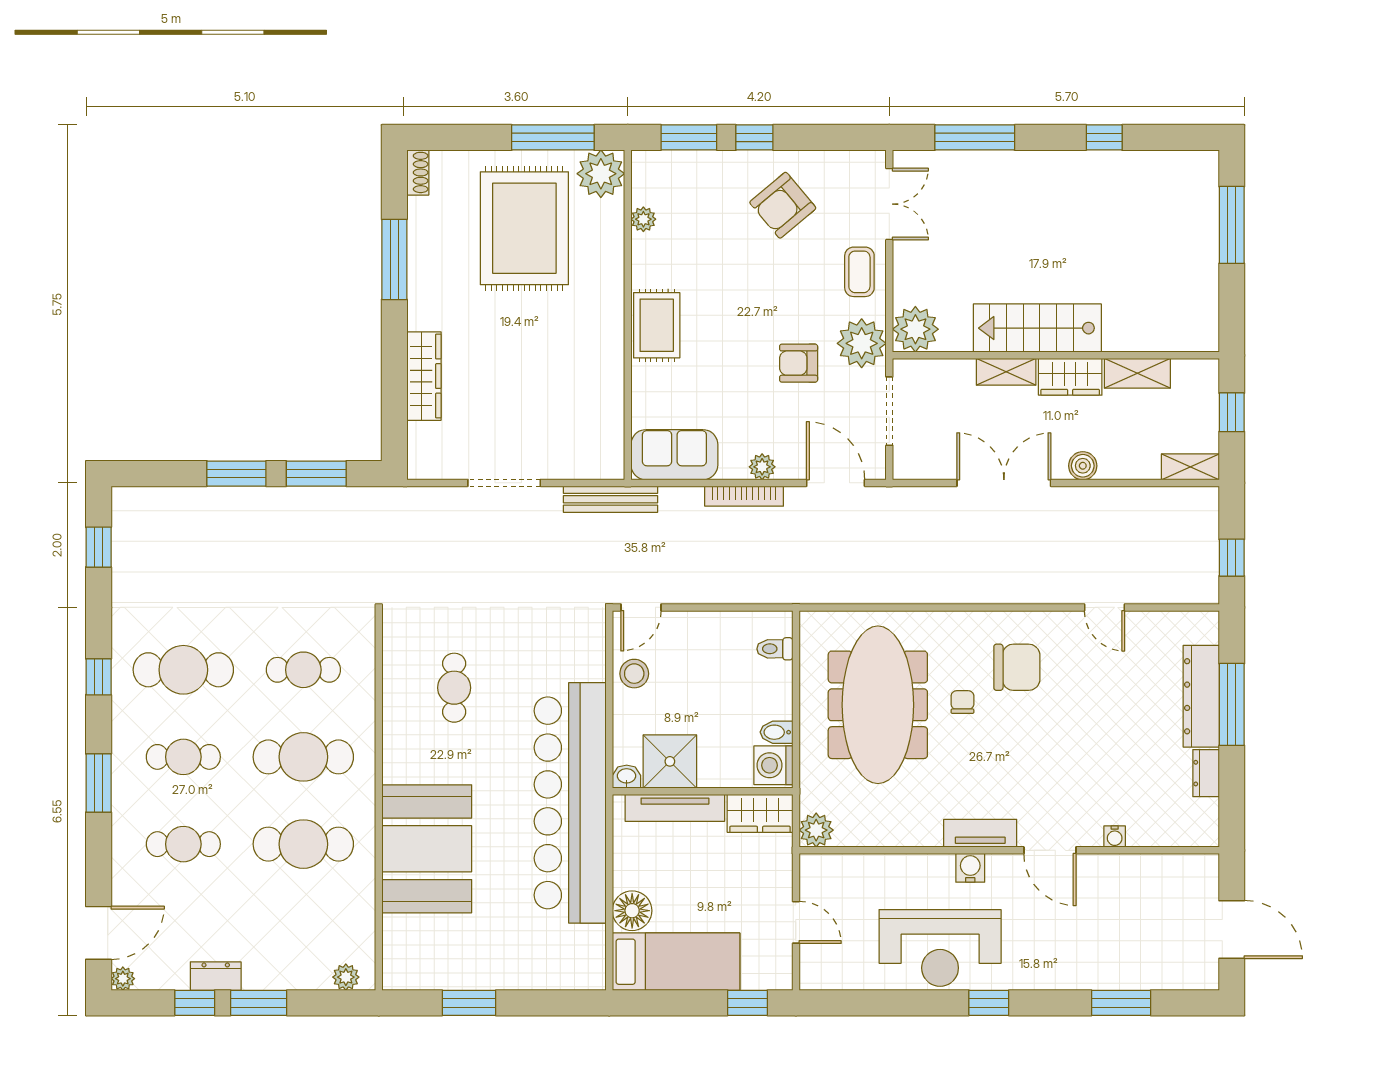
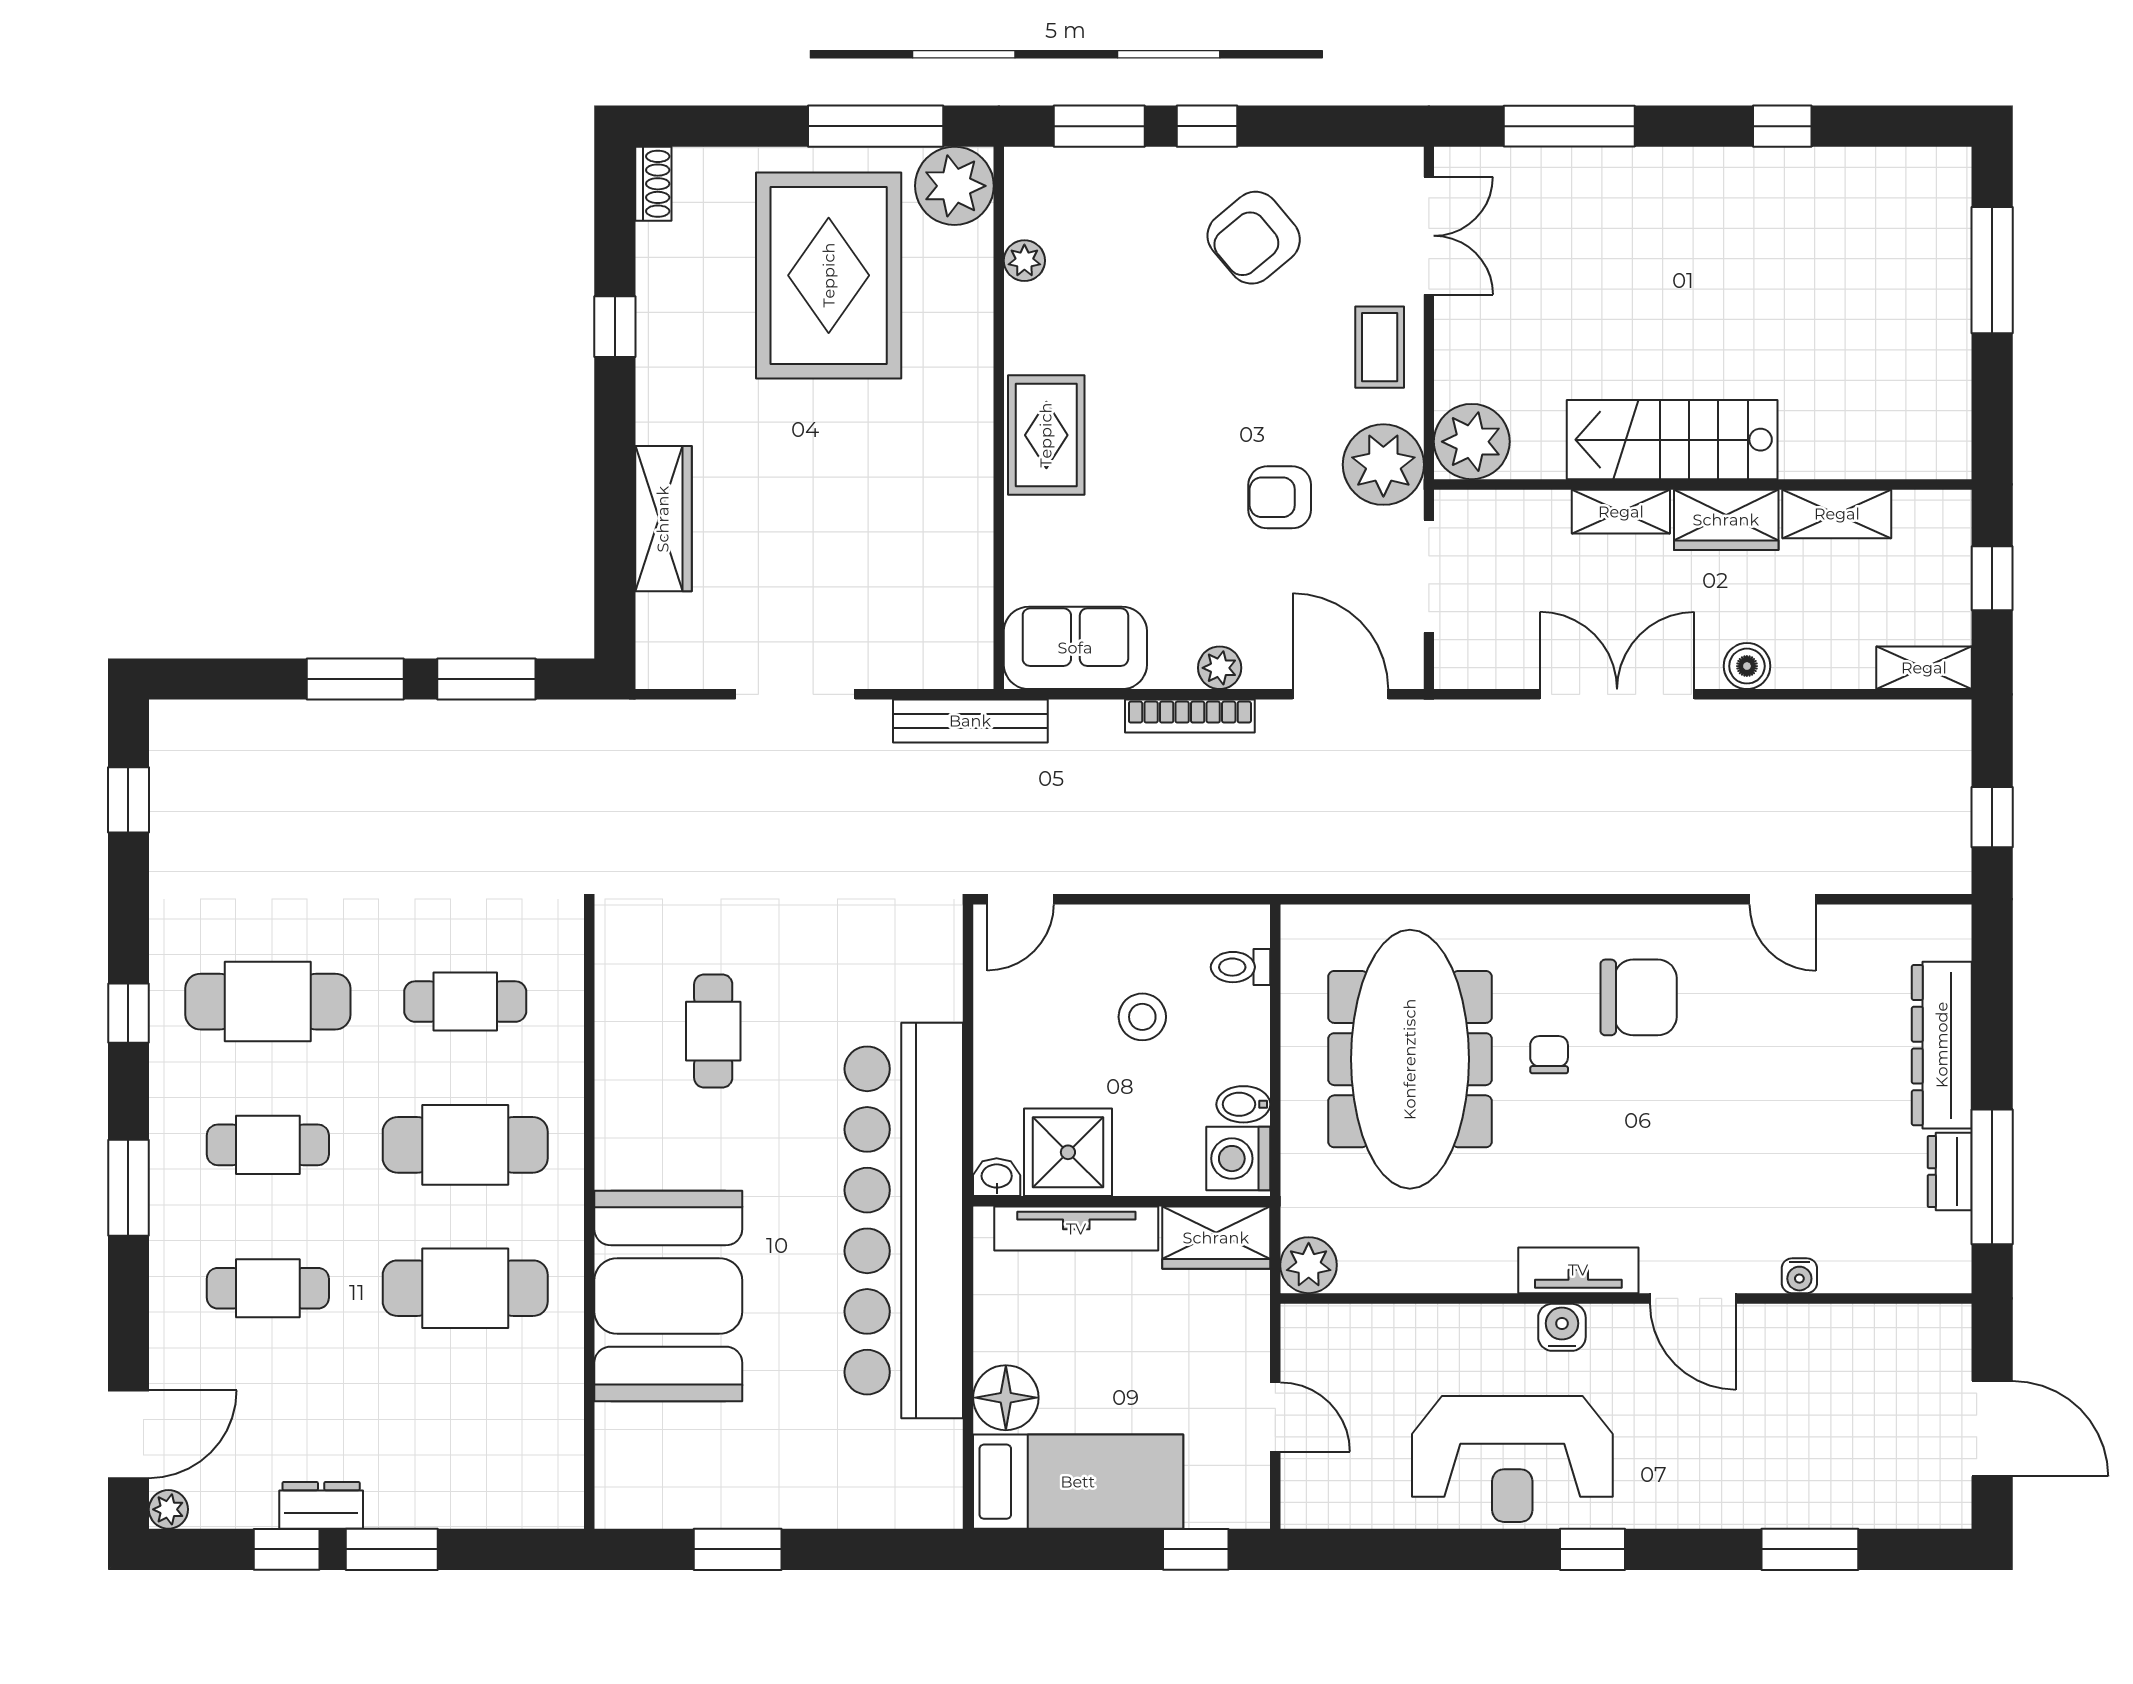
window: (394, 259) -> (615, 327), width x0.46
stool: (634, 674) -> (1142, 1017), moved
window: (1232, 704) -> (1992, 1177), moved
plant: (346, 977) -> (535, 1507), removed

